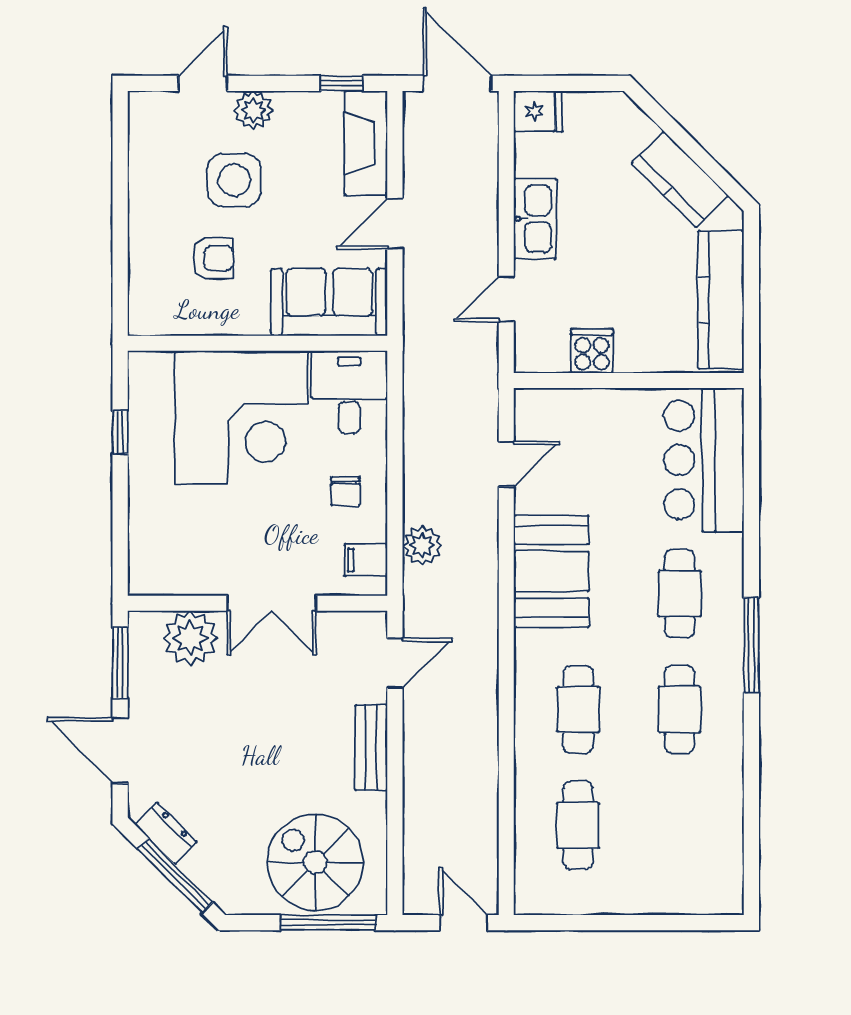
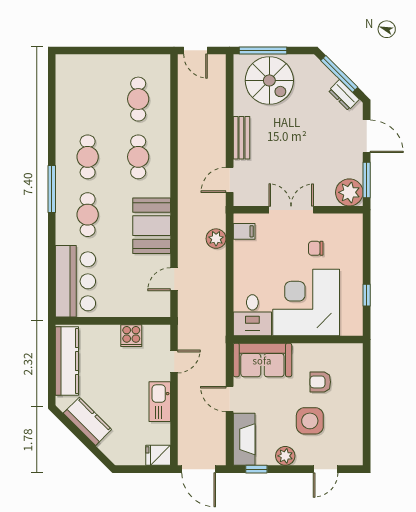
plant: (253, 110) -> (285, 456), moved
door: (395, 224) -> (230, 399), swing flipped
chair: (345, 491) -> (316, 248), moved, turned -90
plant: (190, 638) -> (349, 192), moved

